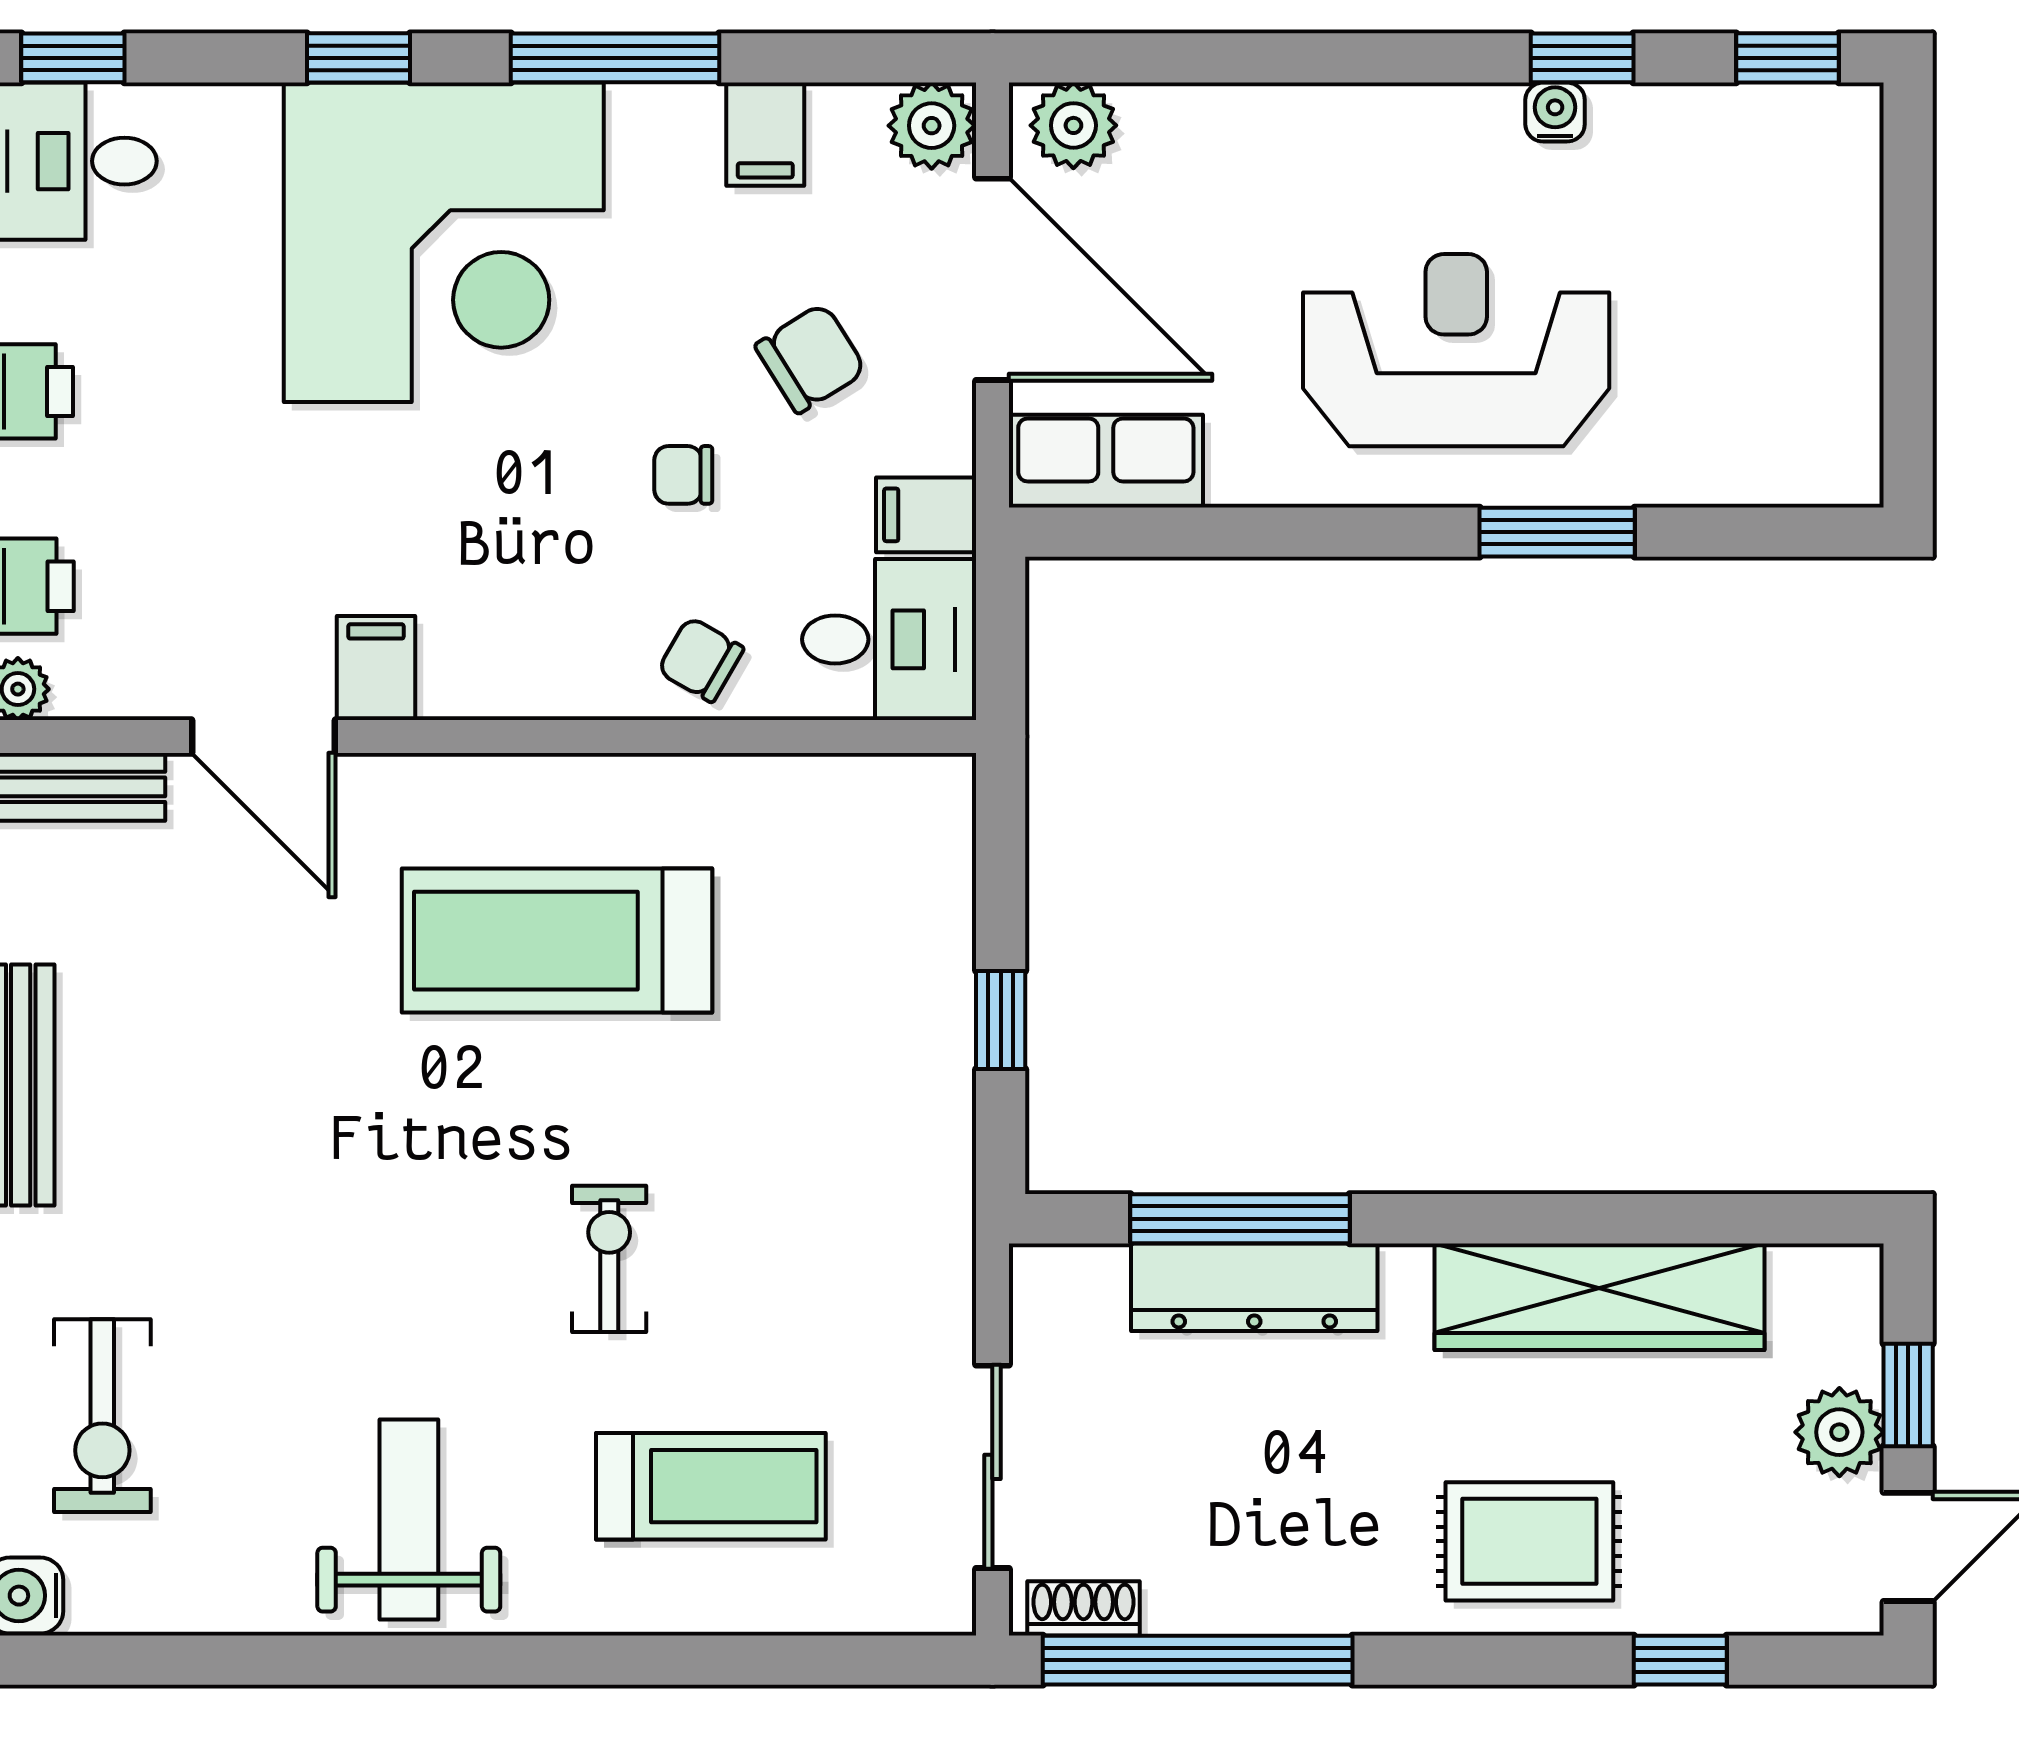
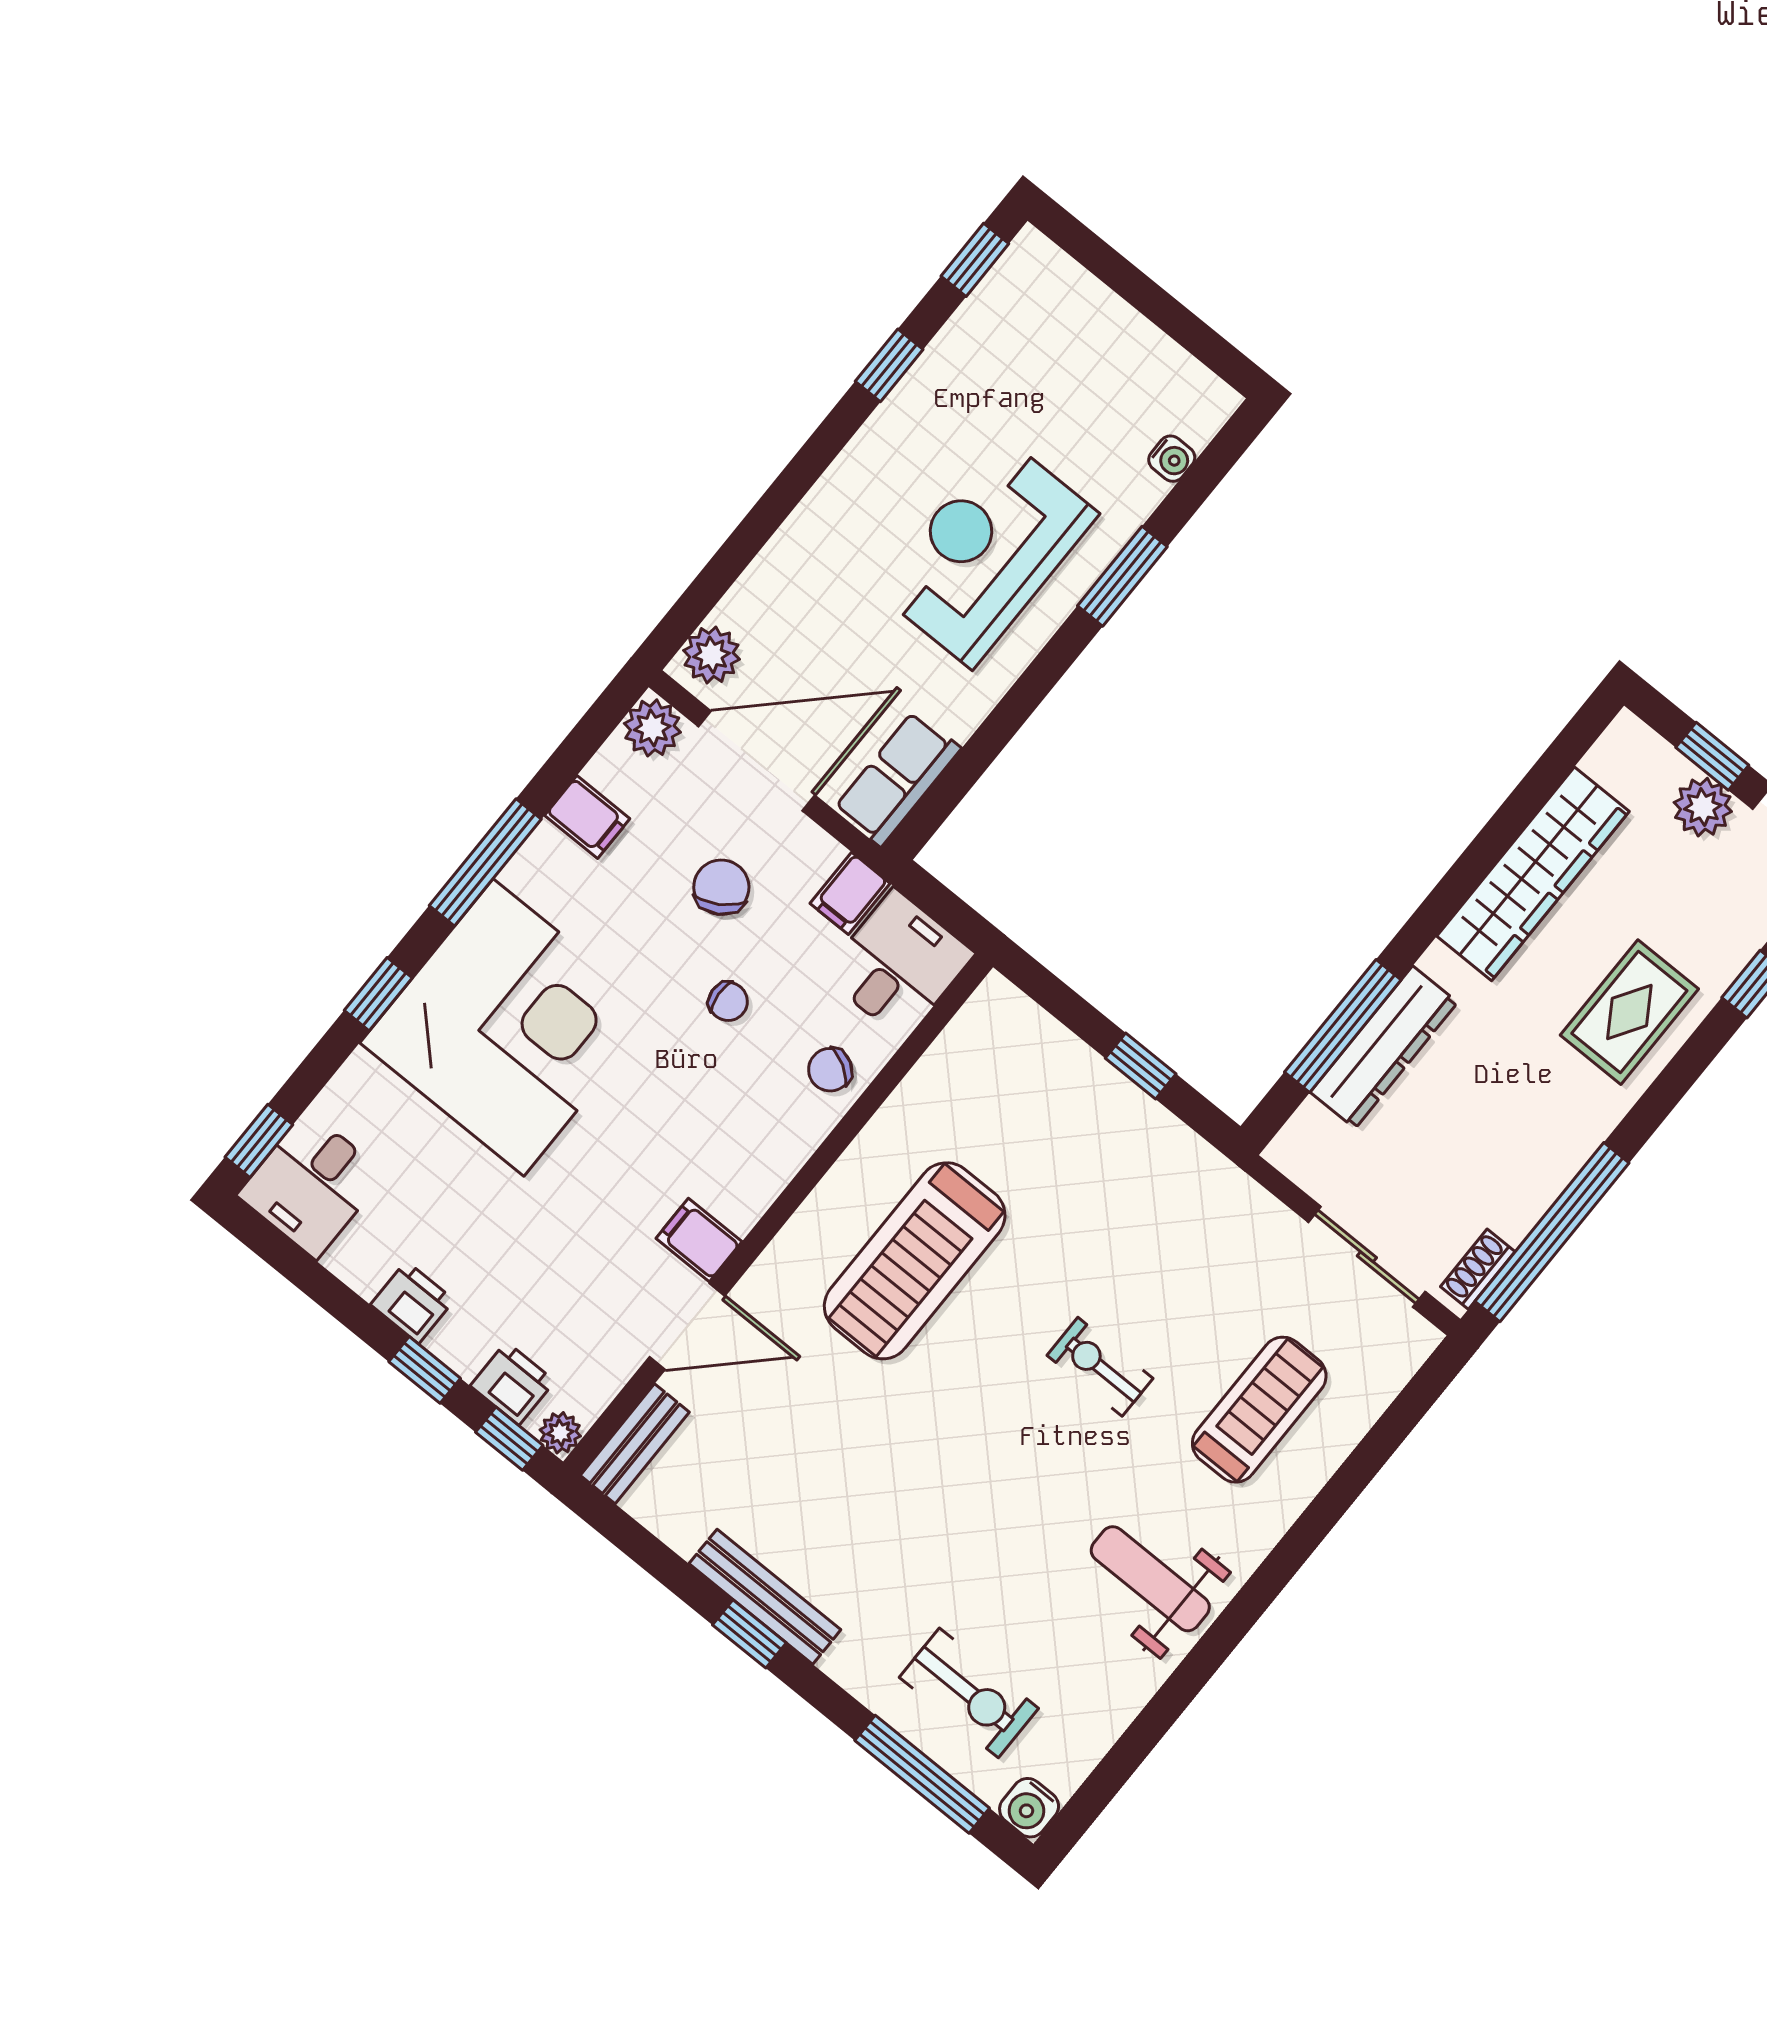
water cooler: (1555, 112) -> (1172, 459), moved, turned 180
chair: (683, 475) -> (728, 1001), turned -94

